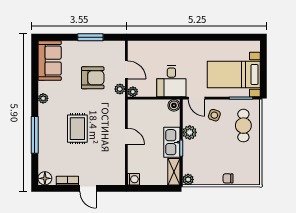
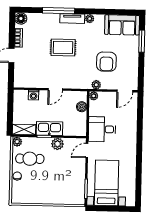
window: (90, 37) -> (142, 41), moved
door: (126, 70) -> (125, 91), moved
boiler: (174, 105) -> (82, 107), moved
side table: (214, 115) -> (72, 166), removed
tv unit: (44, 119) -> (72, 19), added
cafe table: (243, 126) -> (30, 159), moved
washing machine: (134, 179) -> (34, 95), moved

